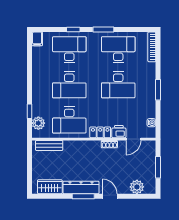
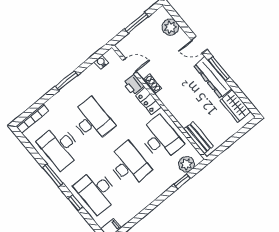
door: (110, 196) -> (199, 45), hinge flipped

